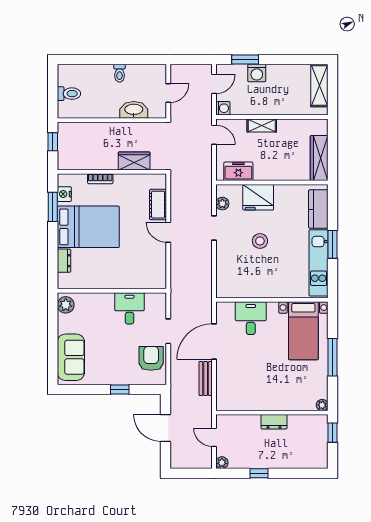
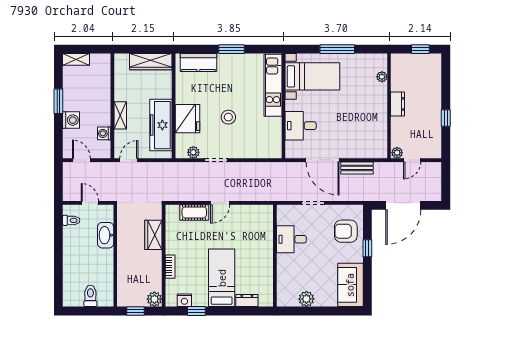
window: (245, 59) -> (58, 101), moved
toilet: (120, 73) -> (71, 220), moved
shelving: (319, 85) -> (76, 59), width x0.67, depth x0.75
washing machine: (223, 108) -> (104, 133), moved, turned -90
plant: (65, 162) -> (154, 299), added
freezer: (238, 171) -> (161, 125), width x1.91, depth x1.26
window: (53, 207) -> (196, 311), width x0.67
bed: (88, 227) -> (222, 278), width x0.67
kitchen unit: (319, 263) -> (273, 85), moved, turned 90
plant: (66, 305) -> (306, 299), moved
sofa: (71, 357) -> (350, 285), moved, turned -90
armchair: (151, 358) -> (346, 231), moved
plant: (322, 405) -> (382, 77), moved
door: (166, 428) -> (403, 205), width x1.36
window: (333, 433) -> (420, 49), moved
plant: (222, 463) -> (397, 153), moved

